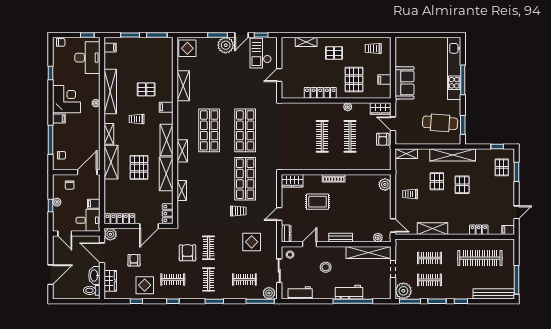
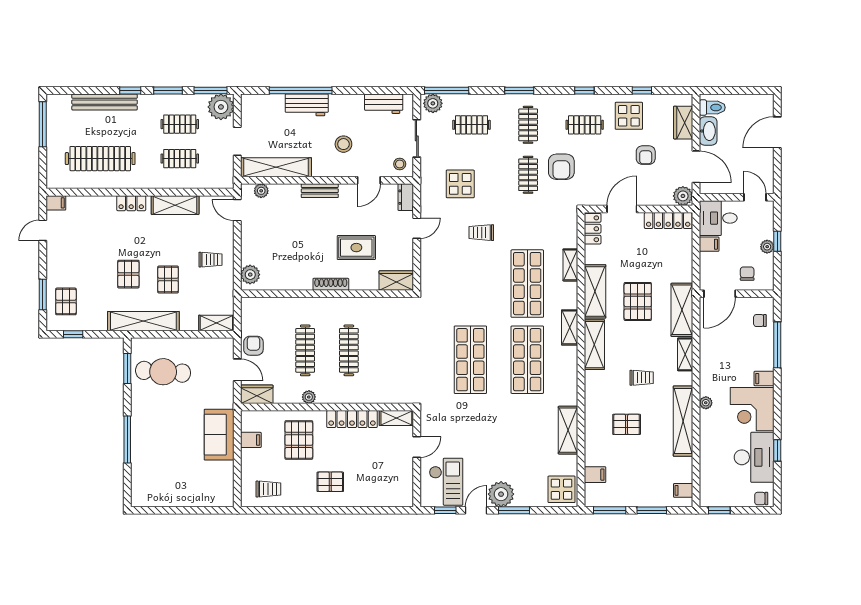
shelving: (306, 42) -> (396, 418), moved
desk: (87, 58) -> (754, 457), moved, turned 180
kitchen unit: (454, 68) -> (141, 458), removed
filing cabinet: (166, 107) -> (595, 475), moved
shop shelf: (245, 179) -> (527, 284), moved
locker: (479, 230) -> (131, 203), moved
bench: (494, 294) -> (105, 102), moved

